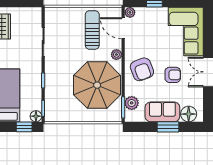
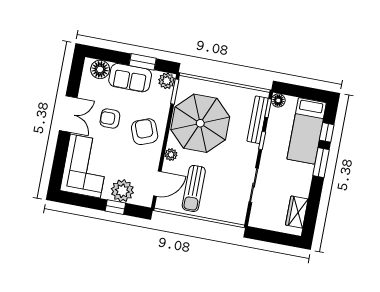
plant: (130, 12) -> (122, 191), moved, width x1.87, depth x1.87
door: (123, 28) -> (157, 184), hinge flipped
bench: (50, 97) -> (258, 120), added
plant: (132, 103) -> (167, 81), moved
window: (24, 127) -> (294, 91), removed
window: (168, 127) -> (143, 62), moved

